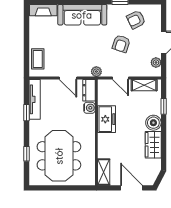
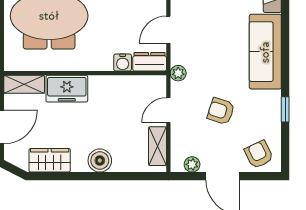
armchair: (136, 20) -> (259, 154), moved
window: (164, 106) -> (125, 176), removed
freezer: (106, 119) -> (67, 89), moved
wardrobe: (153, 145) -> (50, 160), moved

